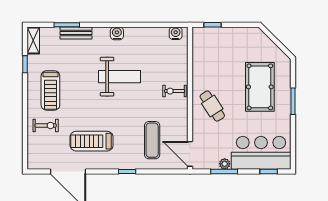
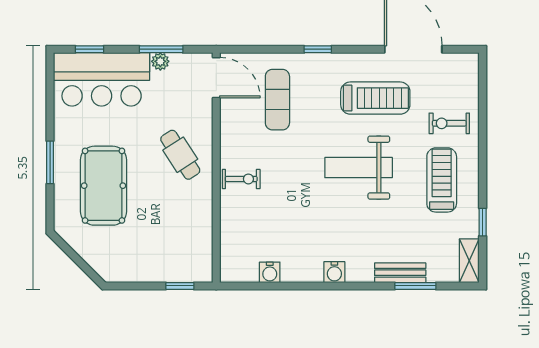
water cooler: (176, 33) -> (270, 272), moved
weight bench: (120, 77) -> (359, 168), moved

